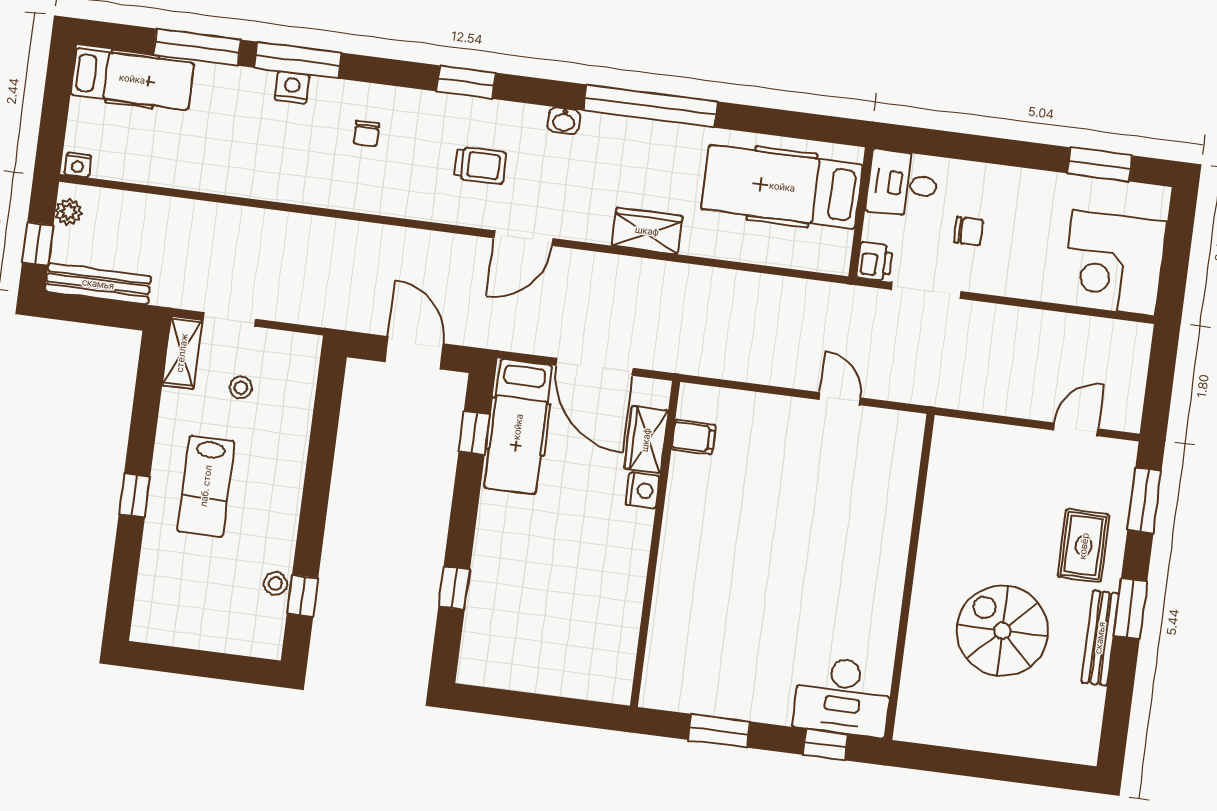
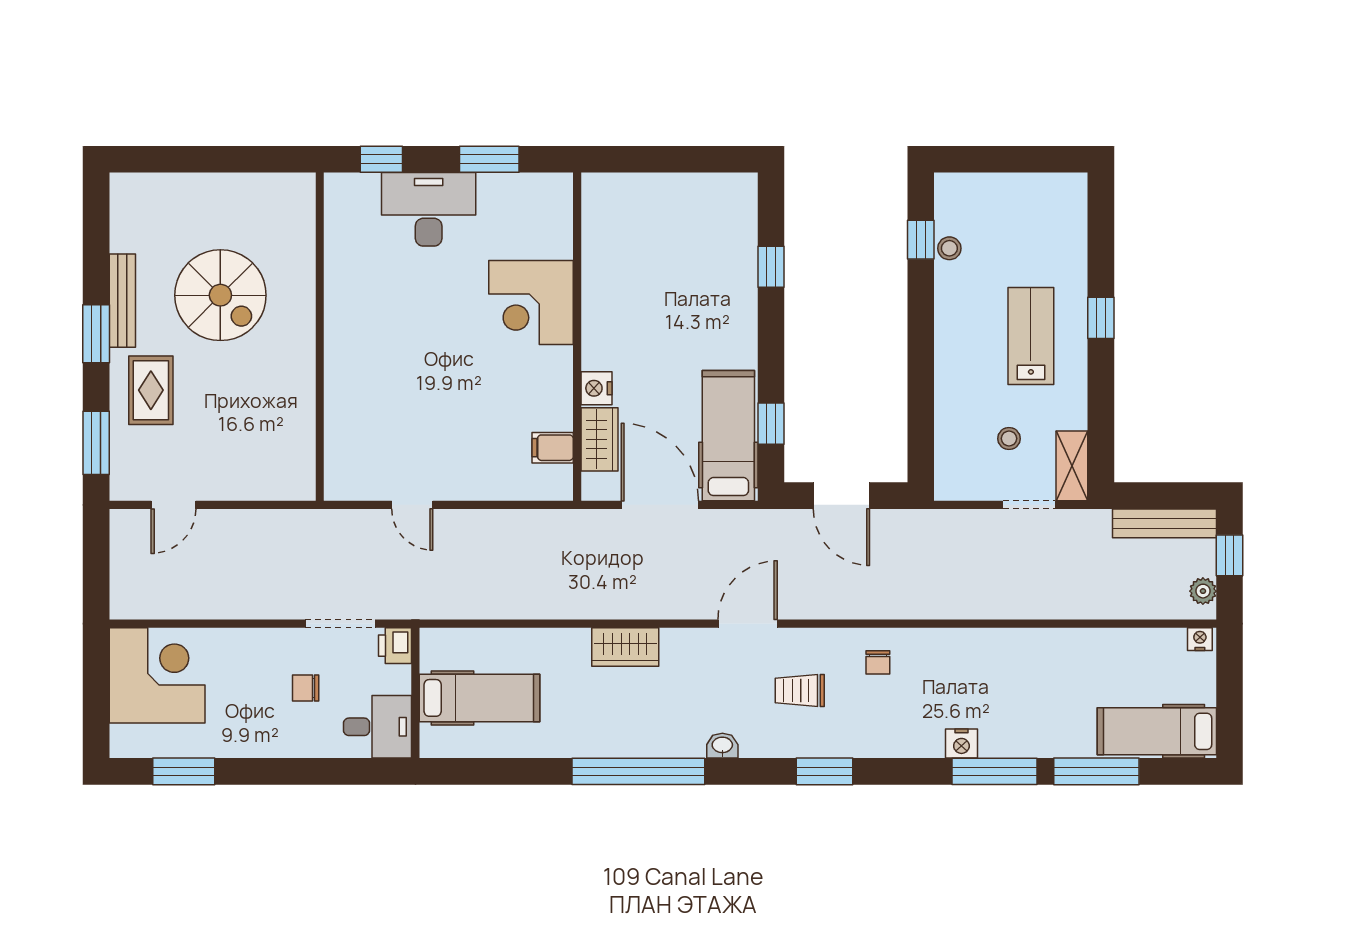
nightstand: (292, 87) -> (961, 744), moved
chair: (366, 133) -> (878, 662), moved, turned 180
hospital bed: (782, 187) -> (480, 698), width x0.73, depth x0.78
corner desk: (696, 584) -> (531, 302), added
desk: (843, 696) -> (429, 209), moved

